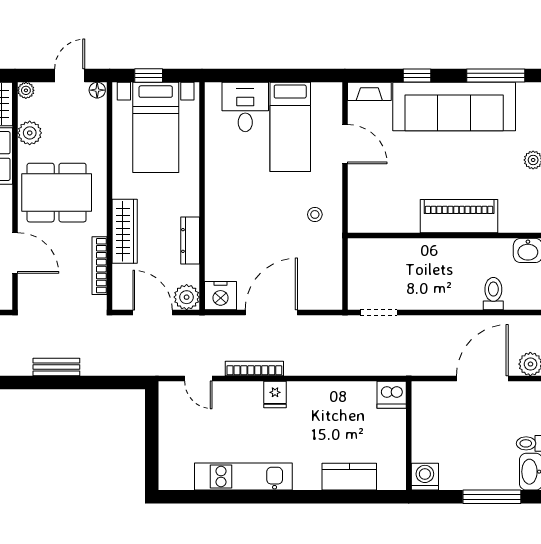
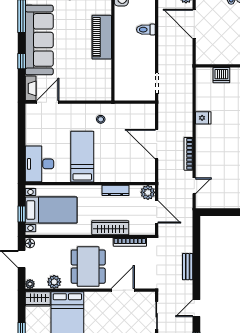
desk: (245, 107) -> (39, 164), width x1.37
bed: (290, 127) -> (82, 157), moved, turned -90
door: (345, 144) -> (48, 102), moved
toilet: (493, 294) -> (146, 30), moved
nightstand: (221, 296) -> (147, 173), removed
door: (153, 313) -> (157, 212), swing flipped
fridge: (275, 394) -> (203, 118), moved
dishwasher: (392, 395) -> (221, 75), moved, turned 90

